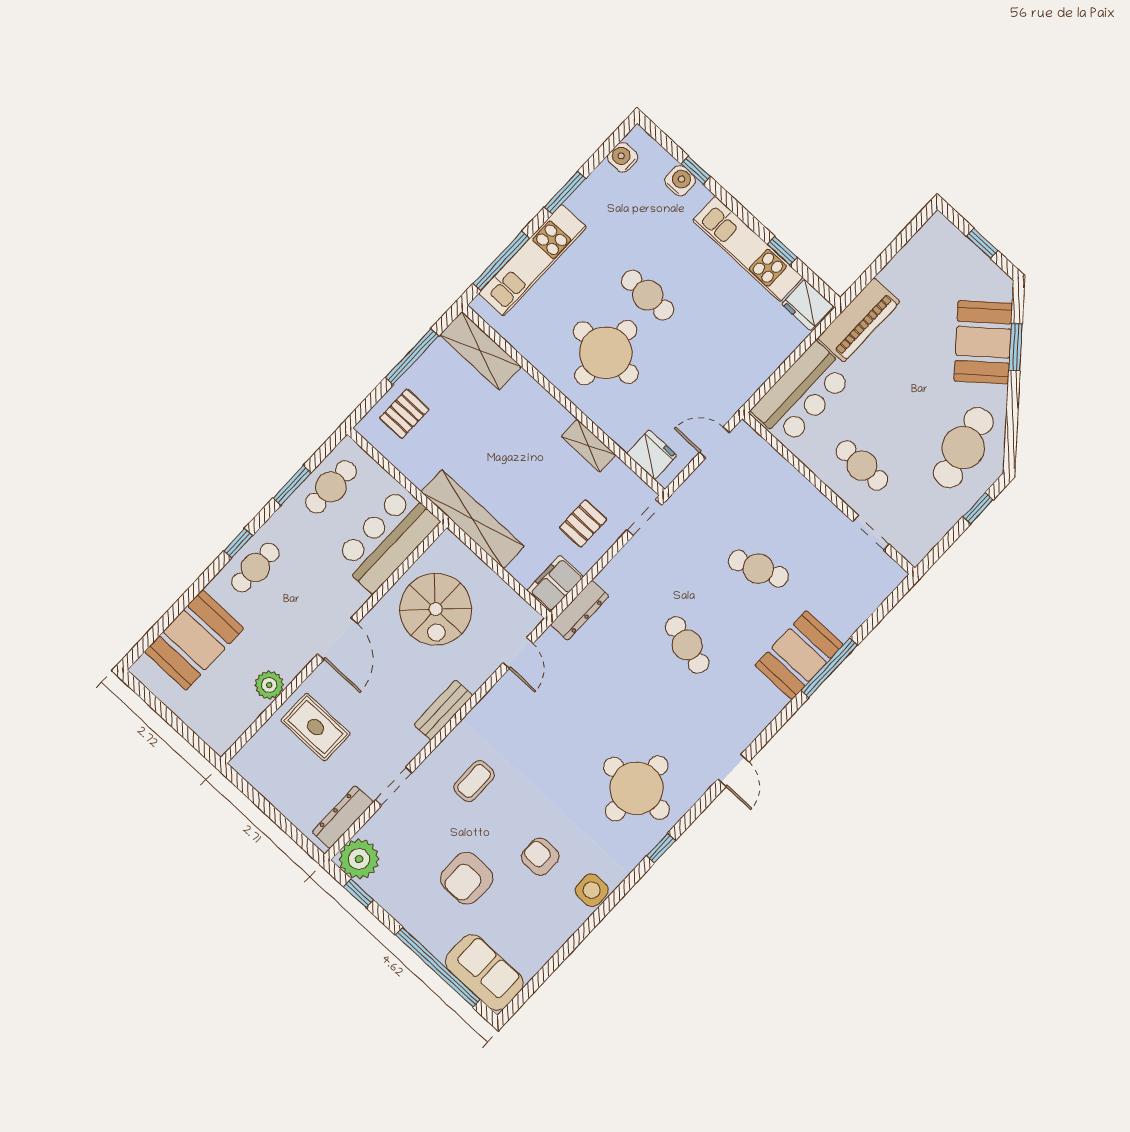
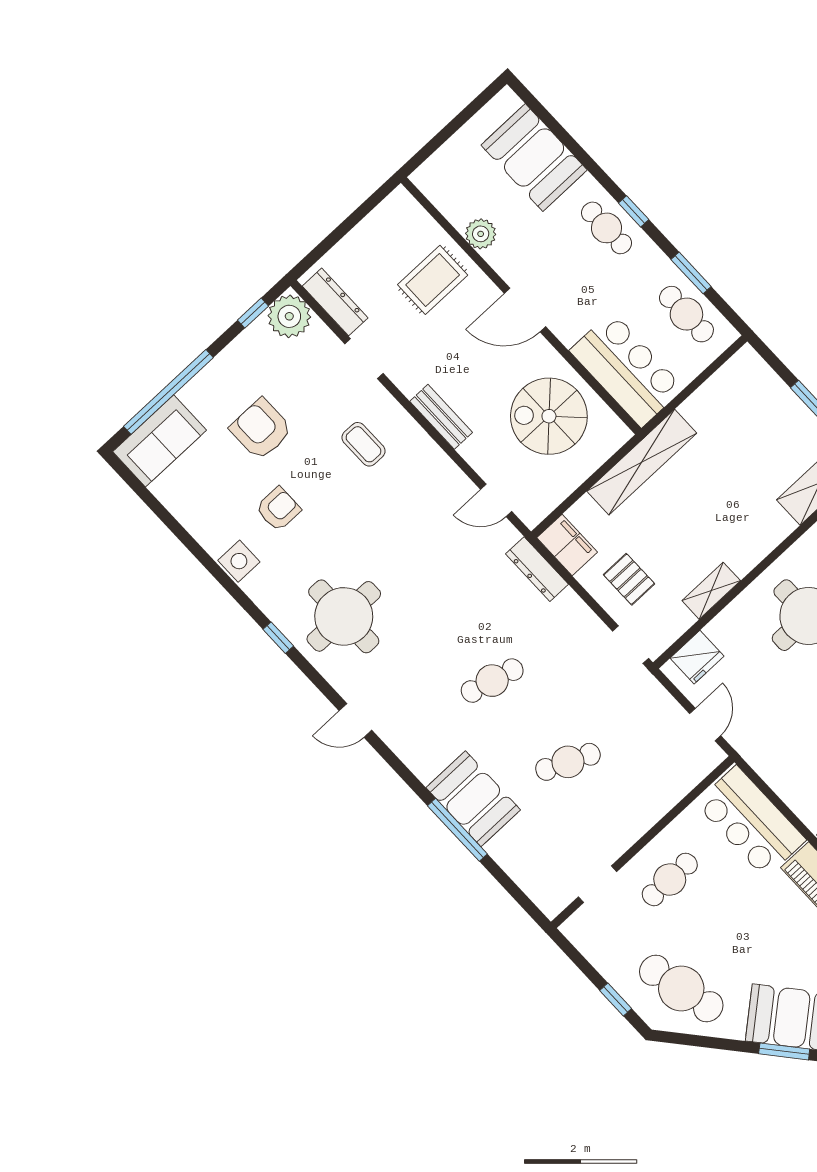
pallet: (404, 414) -> (759, 397), removed
cafe table: (758, 569) -> (568, 762), turned 45

